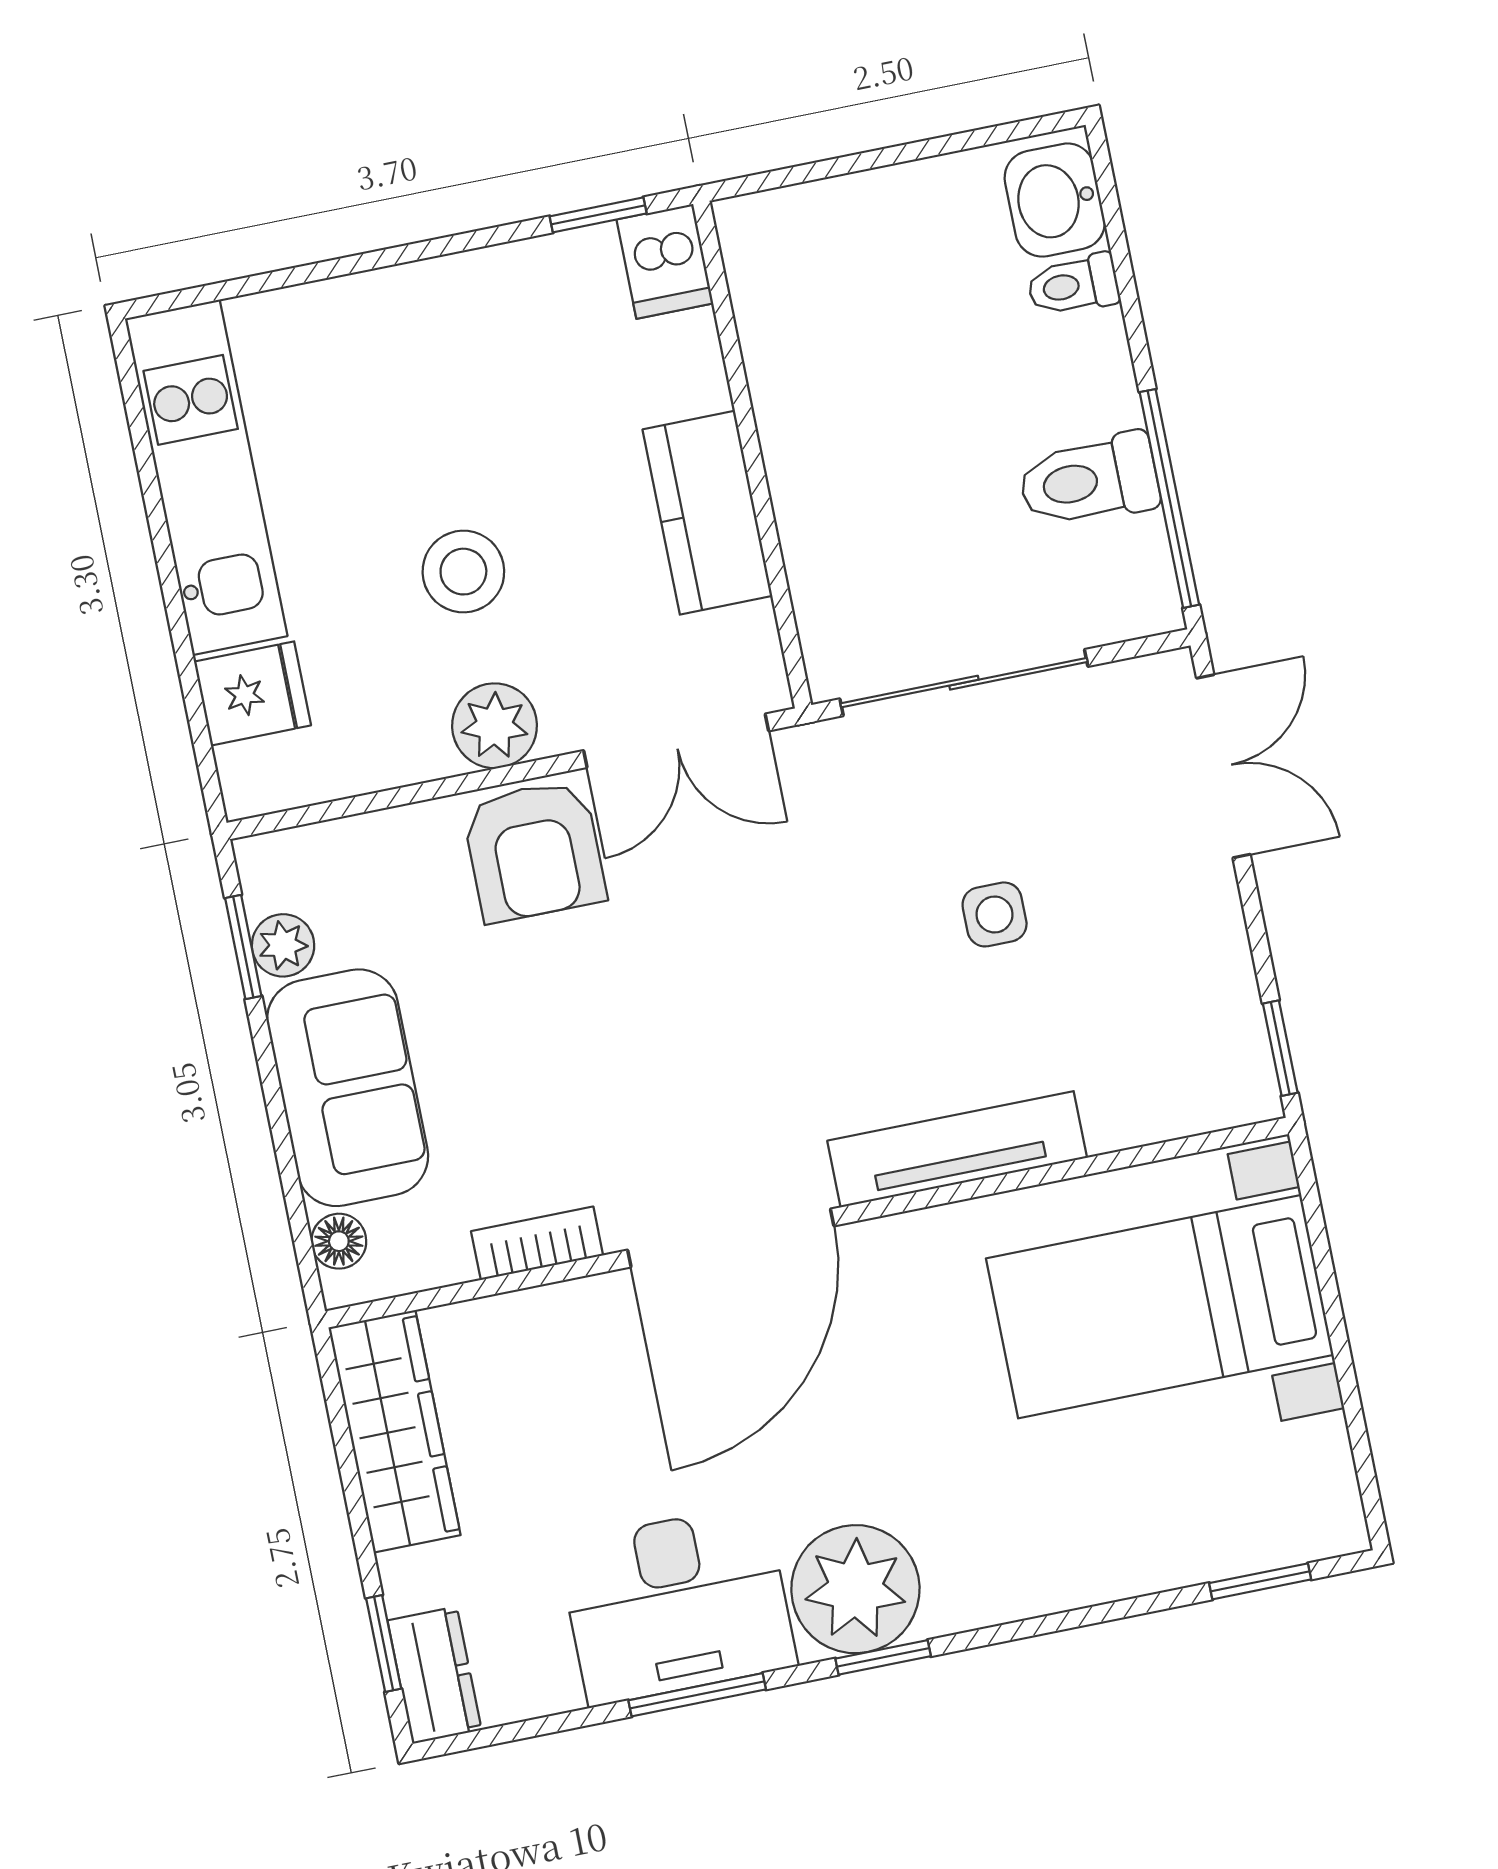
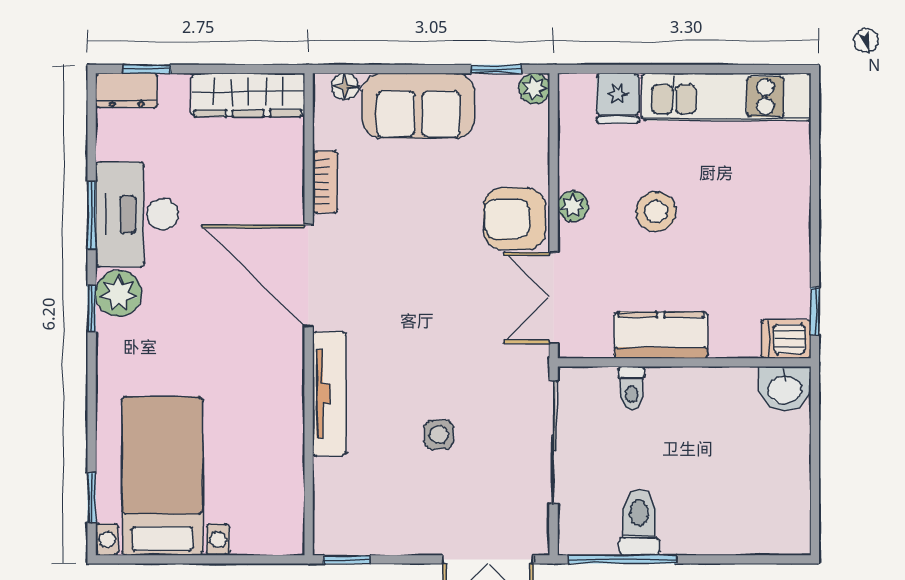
washbasin: (1055, 200) -> (785, 389), moved, turned 180
toilet: (1073, 285) -> (631, 388), moved, turned 180
plant: (495, 726) -> (573, 206), width x0.73, depth x0.73
plant: (283, 945) -> (534, 88), moved
bed with nightstands: (1160, 1307) -> (162, 476), moved
plant: (855, 1589) -> (119, 293), width x0.73, depth x0.73

